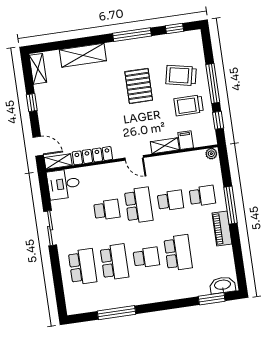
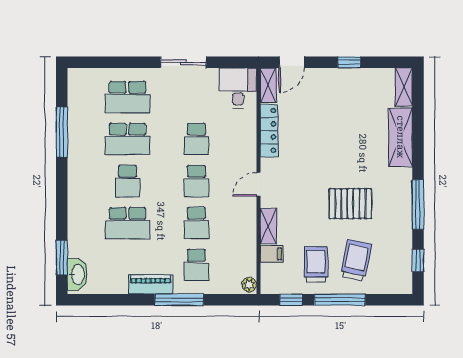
shelving: (38, 69) -> (404, 87), moved, turned 90
school desk: (139, 205) -> (196, 181), width x0.54

